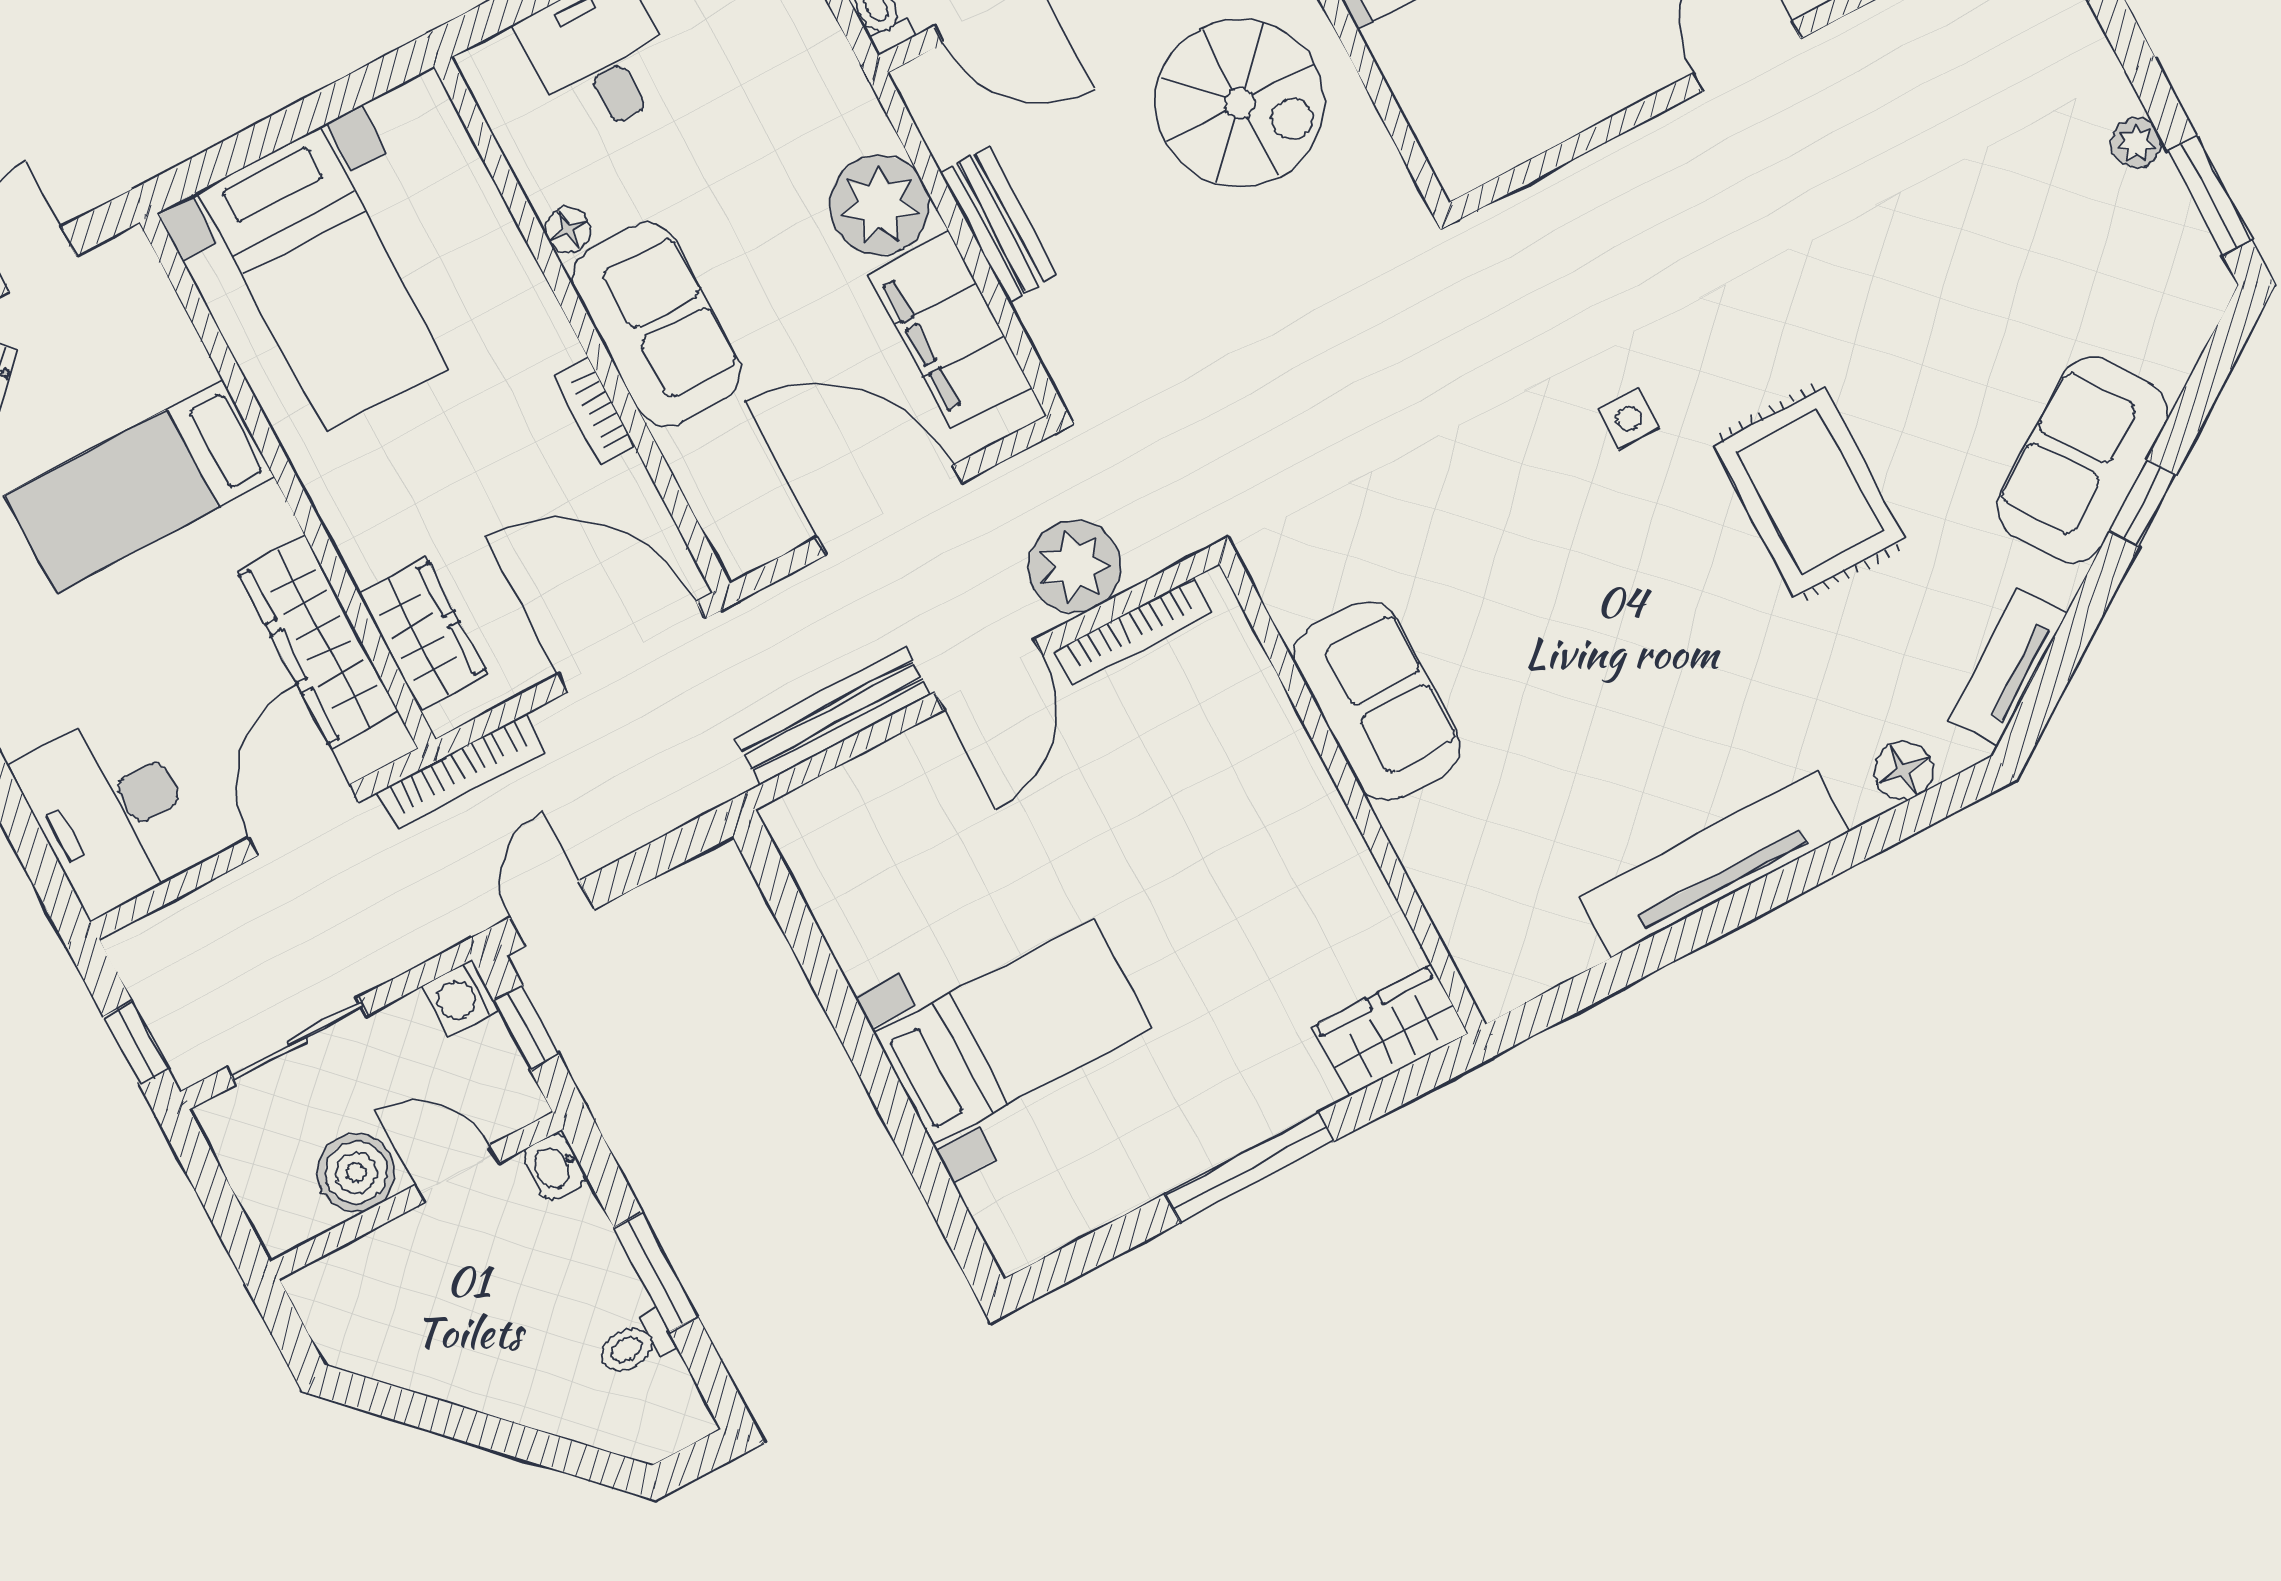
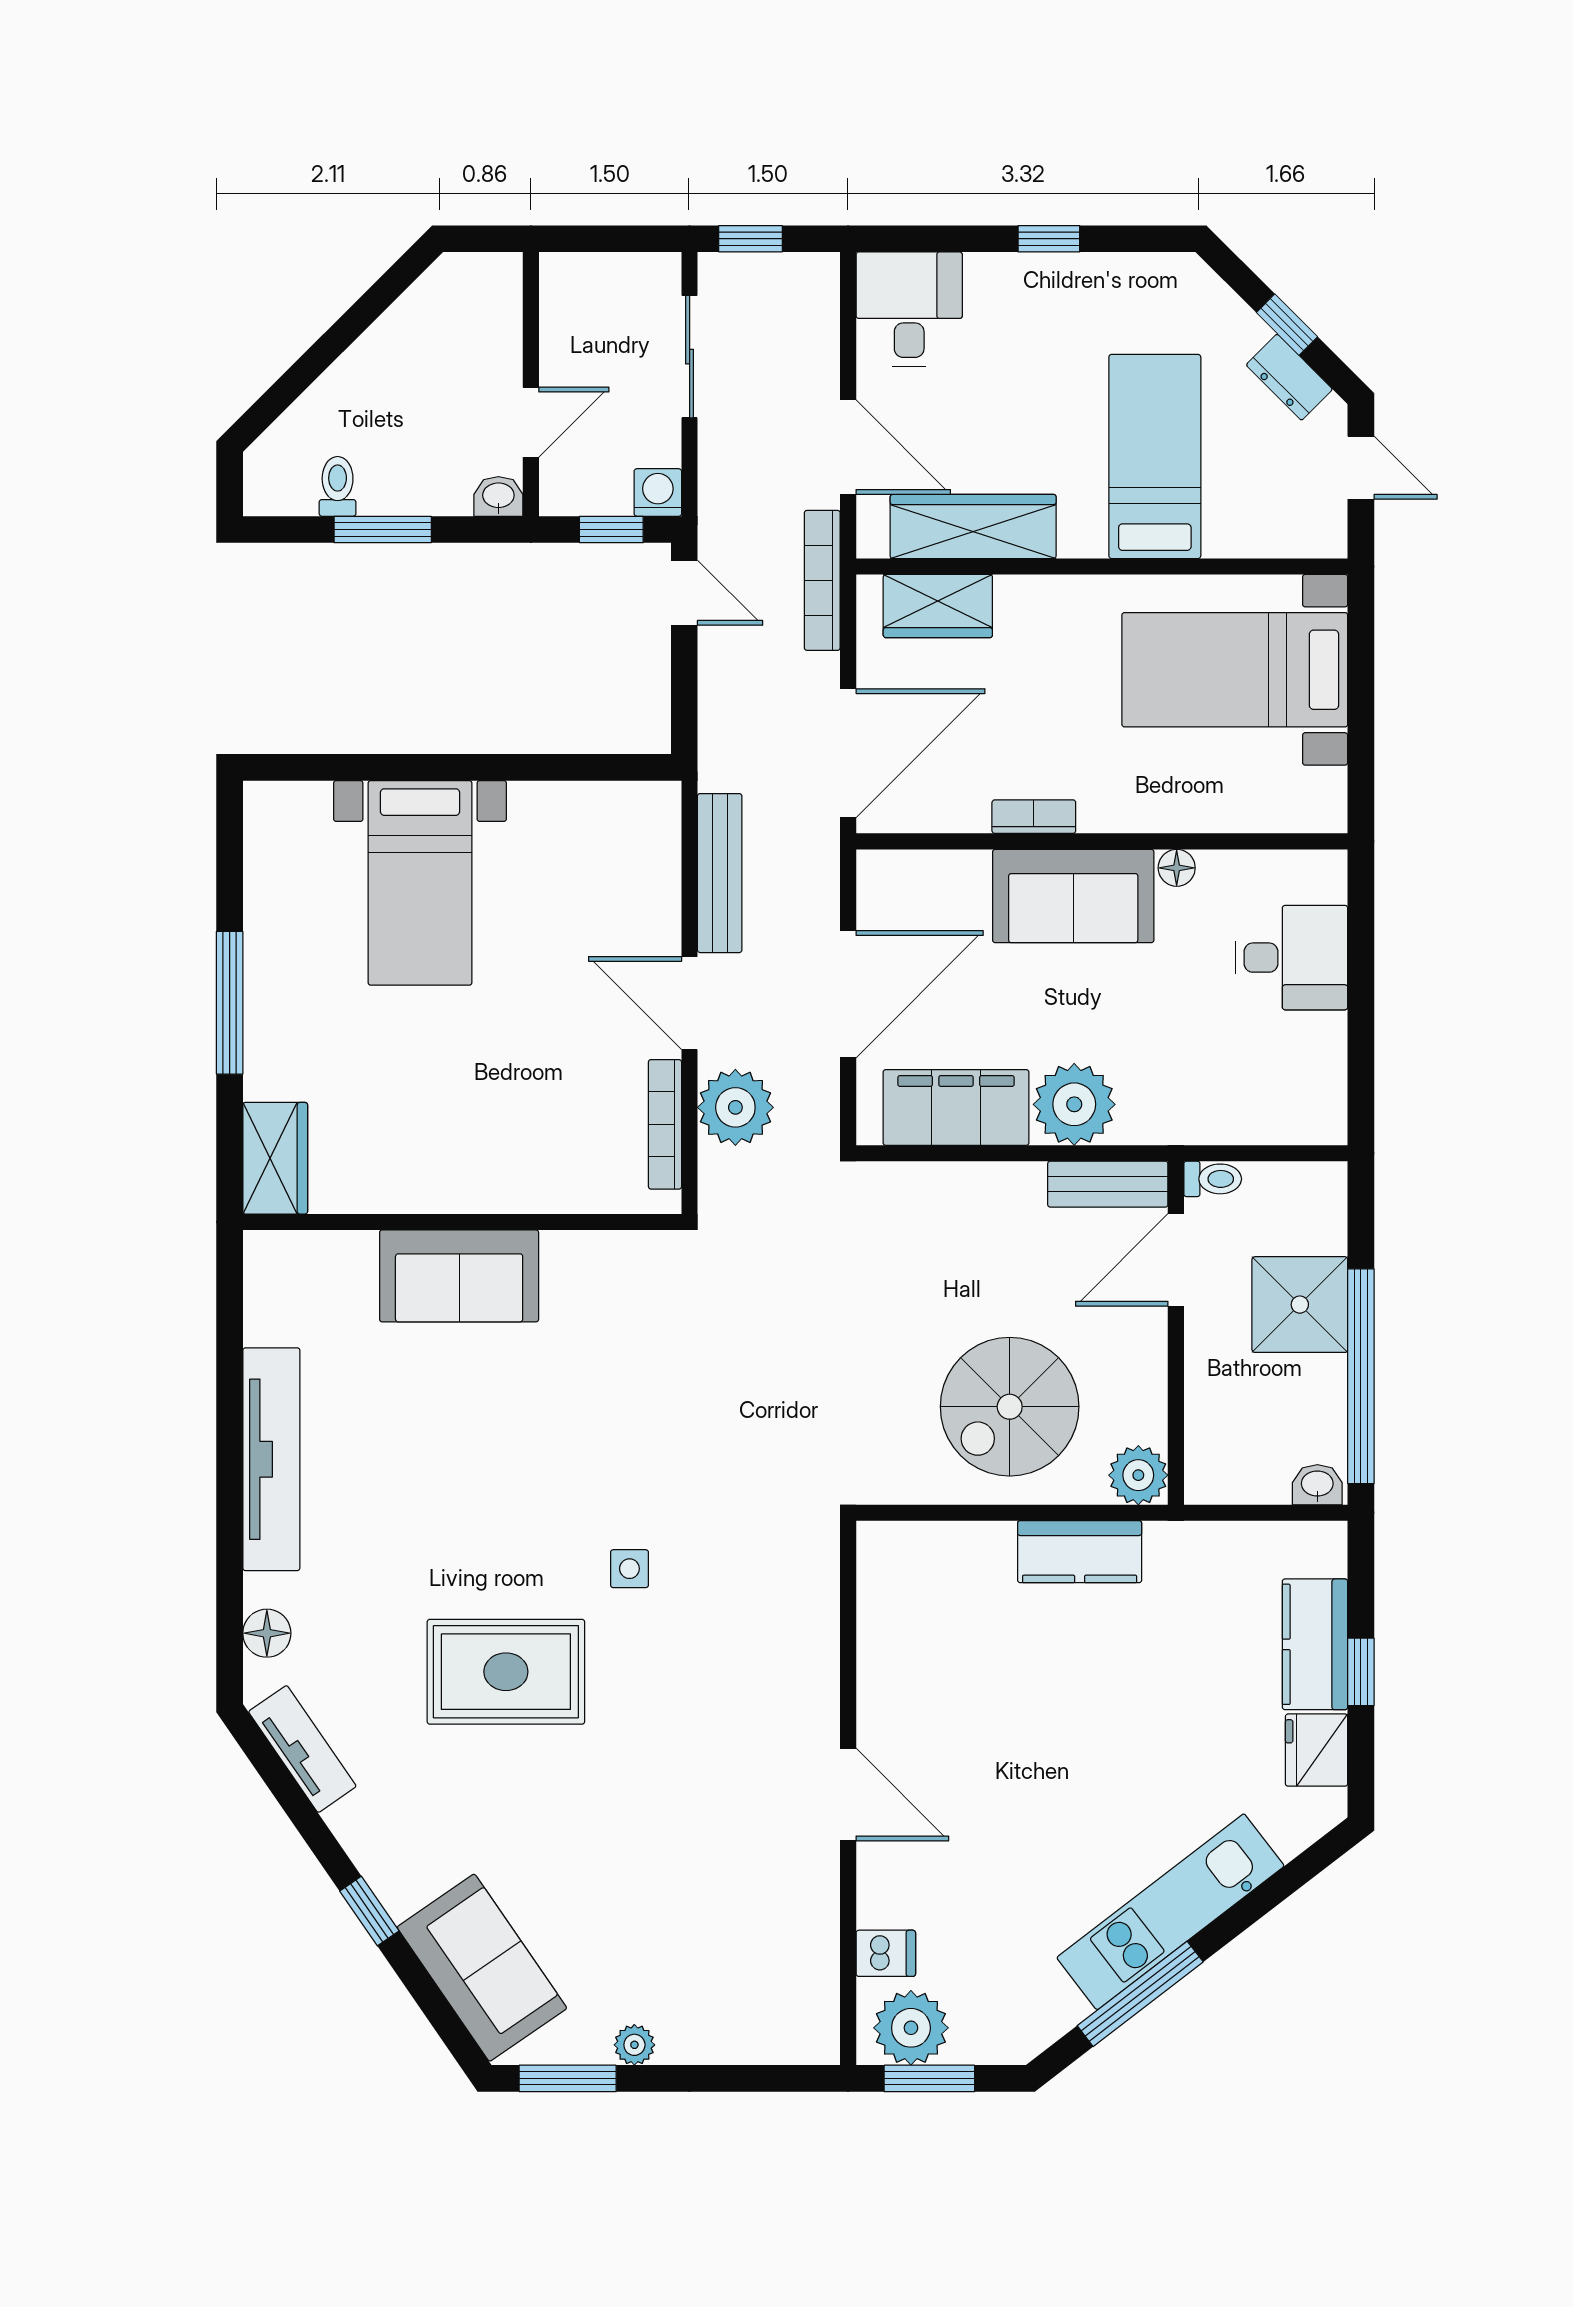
bench: (999, 224) -> (1108, 1184), moved
sofa: (2082, 460) -> (482, 1968), moved
sofa: (1377, 701) -> (459, 1276), moved
desk: (110, 812) -> (909, 309), width x0.73
boiler: (356, 1173) -> (571, 349), removed

